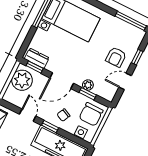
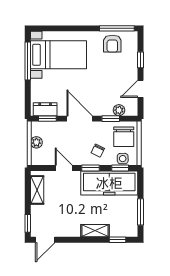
armchair: (116, 57) -> (112, 44), moved
plant: (22, 80) -> (36, 142), width x0.53, depth x0.53
door: (62, 81) -> (80, 119), swing flipped
plant: (88, 85) -> (119, 110), moved
window: (75, 139) -> (120, 168), added

